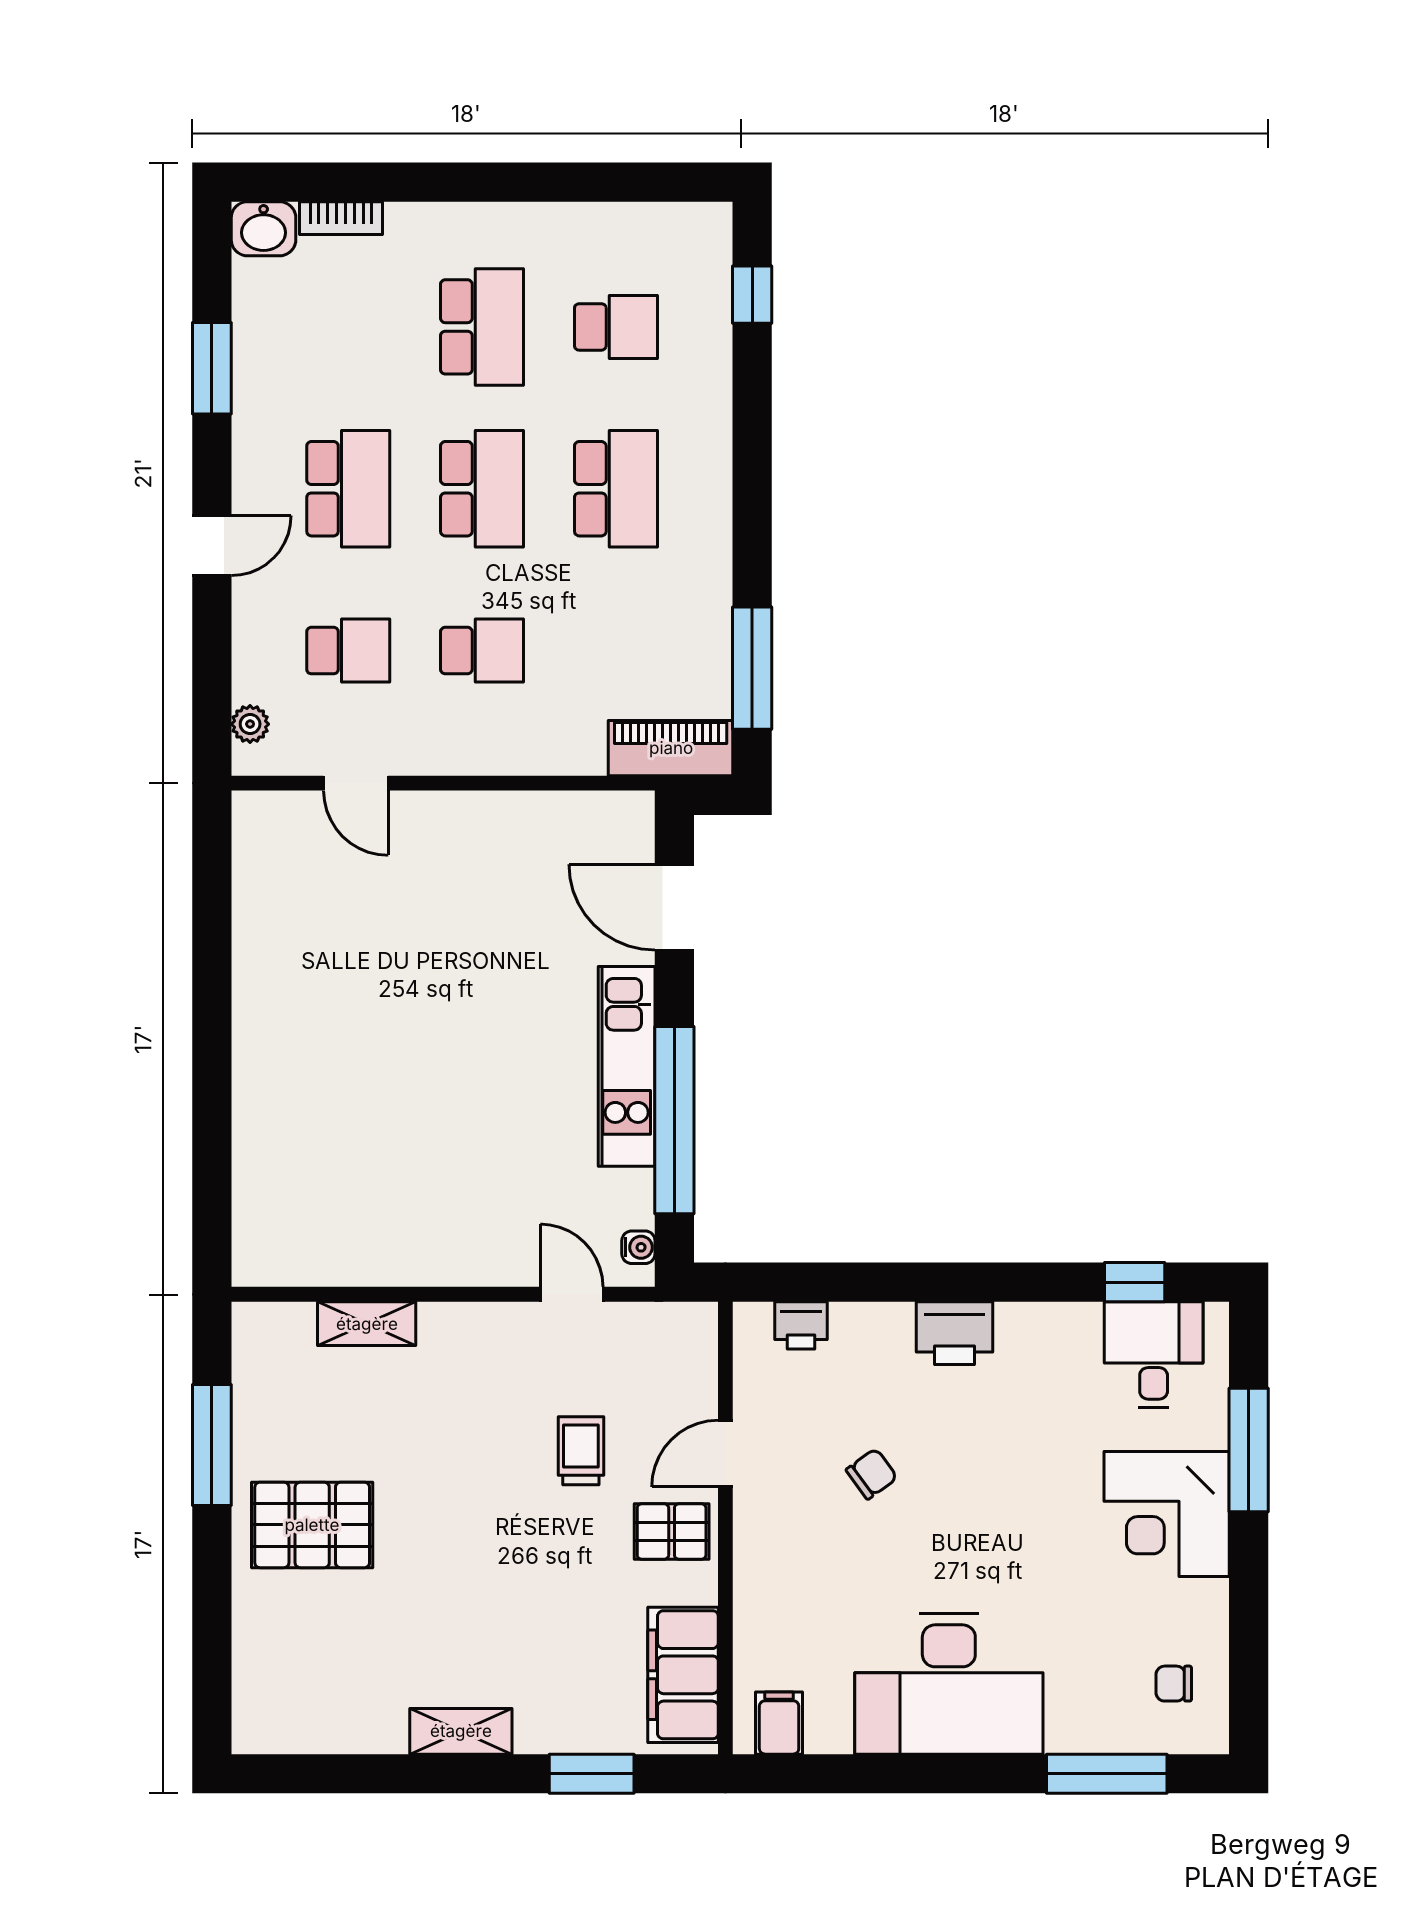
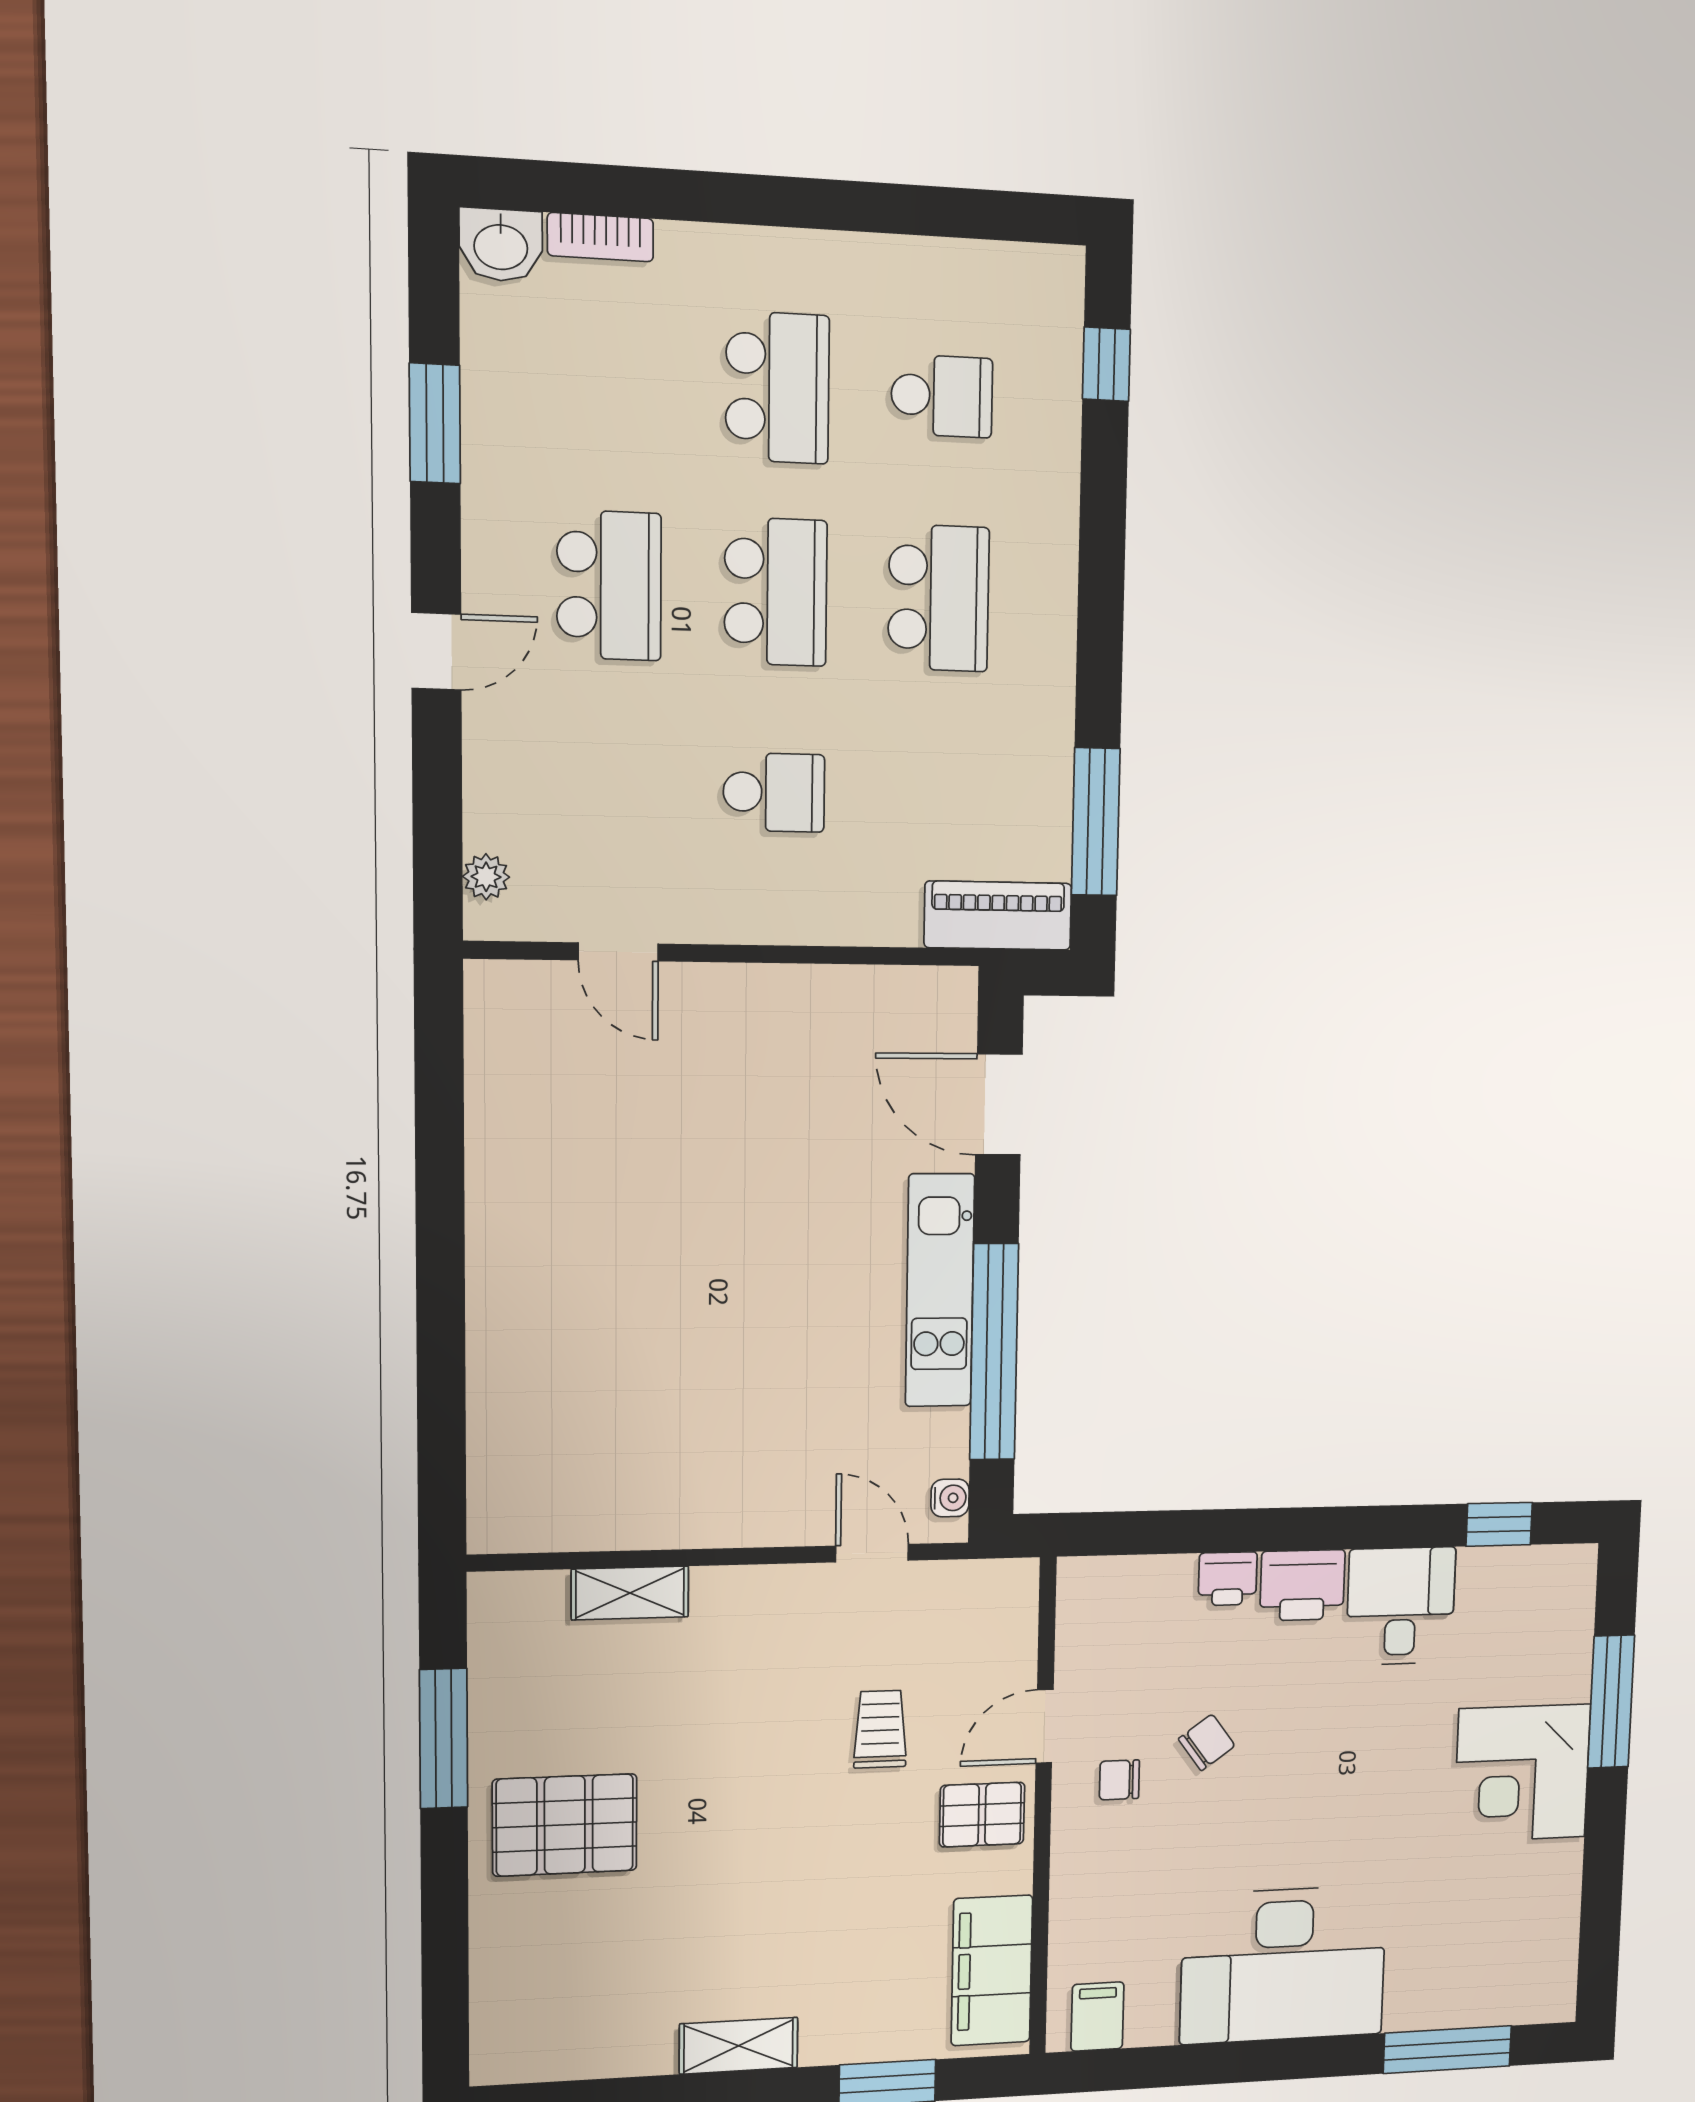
school desk: (348, 651) -> (609, 788), removed
printer: (801, 1325) -> (1228, 1579), moved
desk: (1154, 1355) -> (1401, 1606), moved
chair: (1174, 1684) -> (1119, 1780), moved

